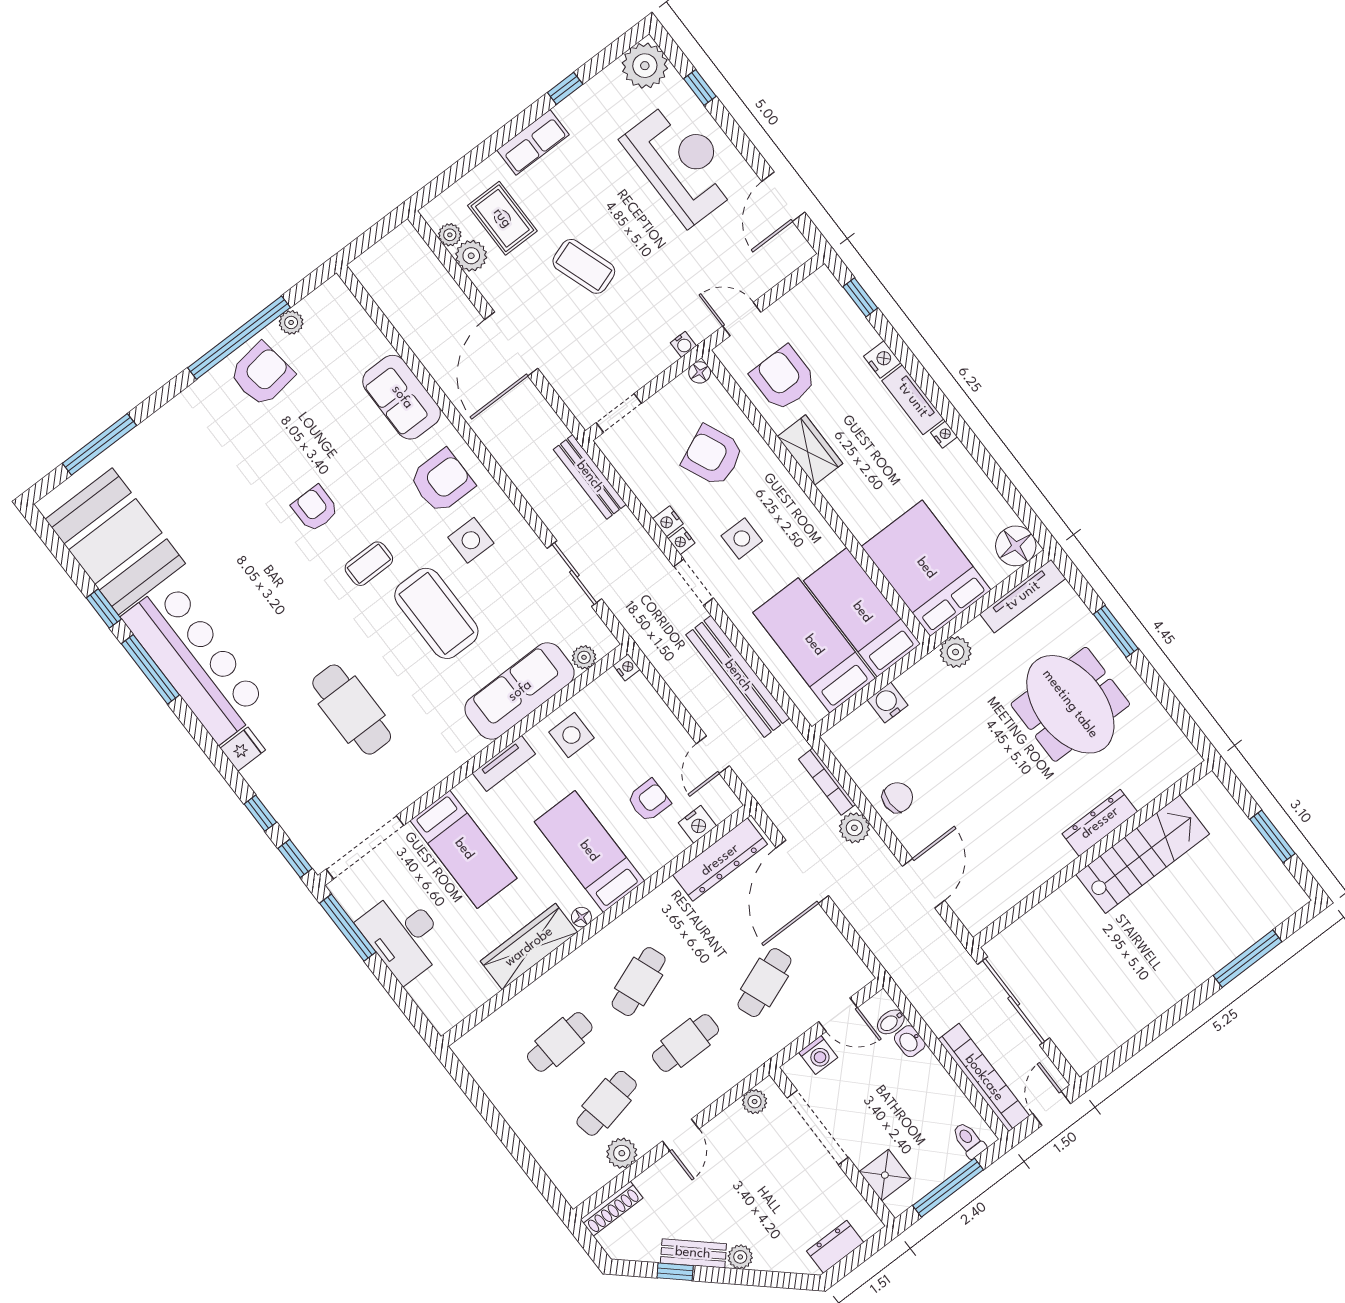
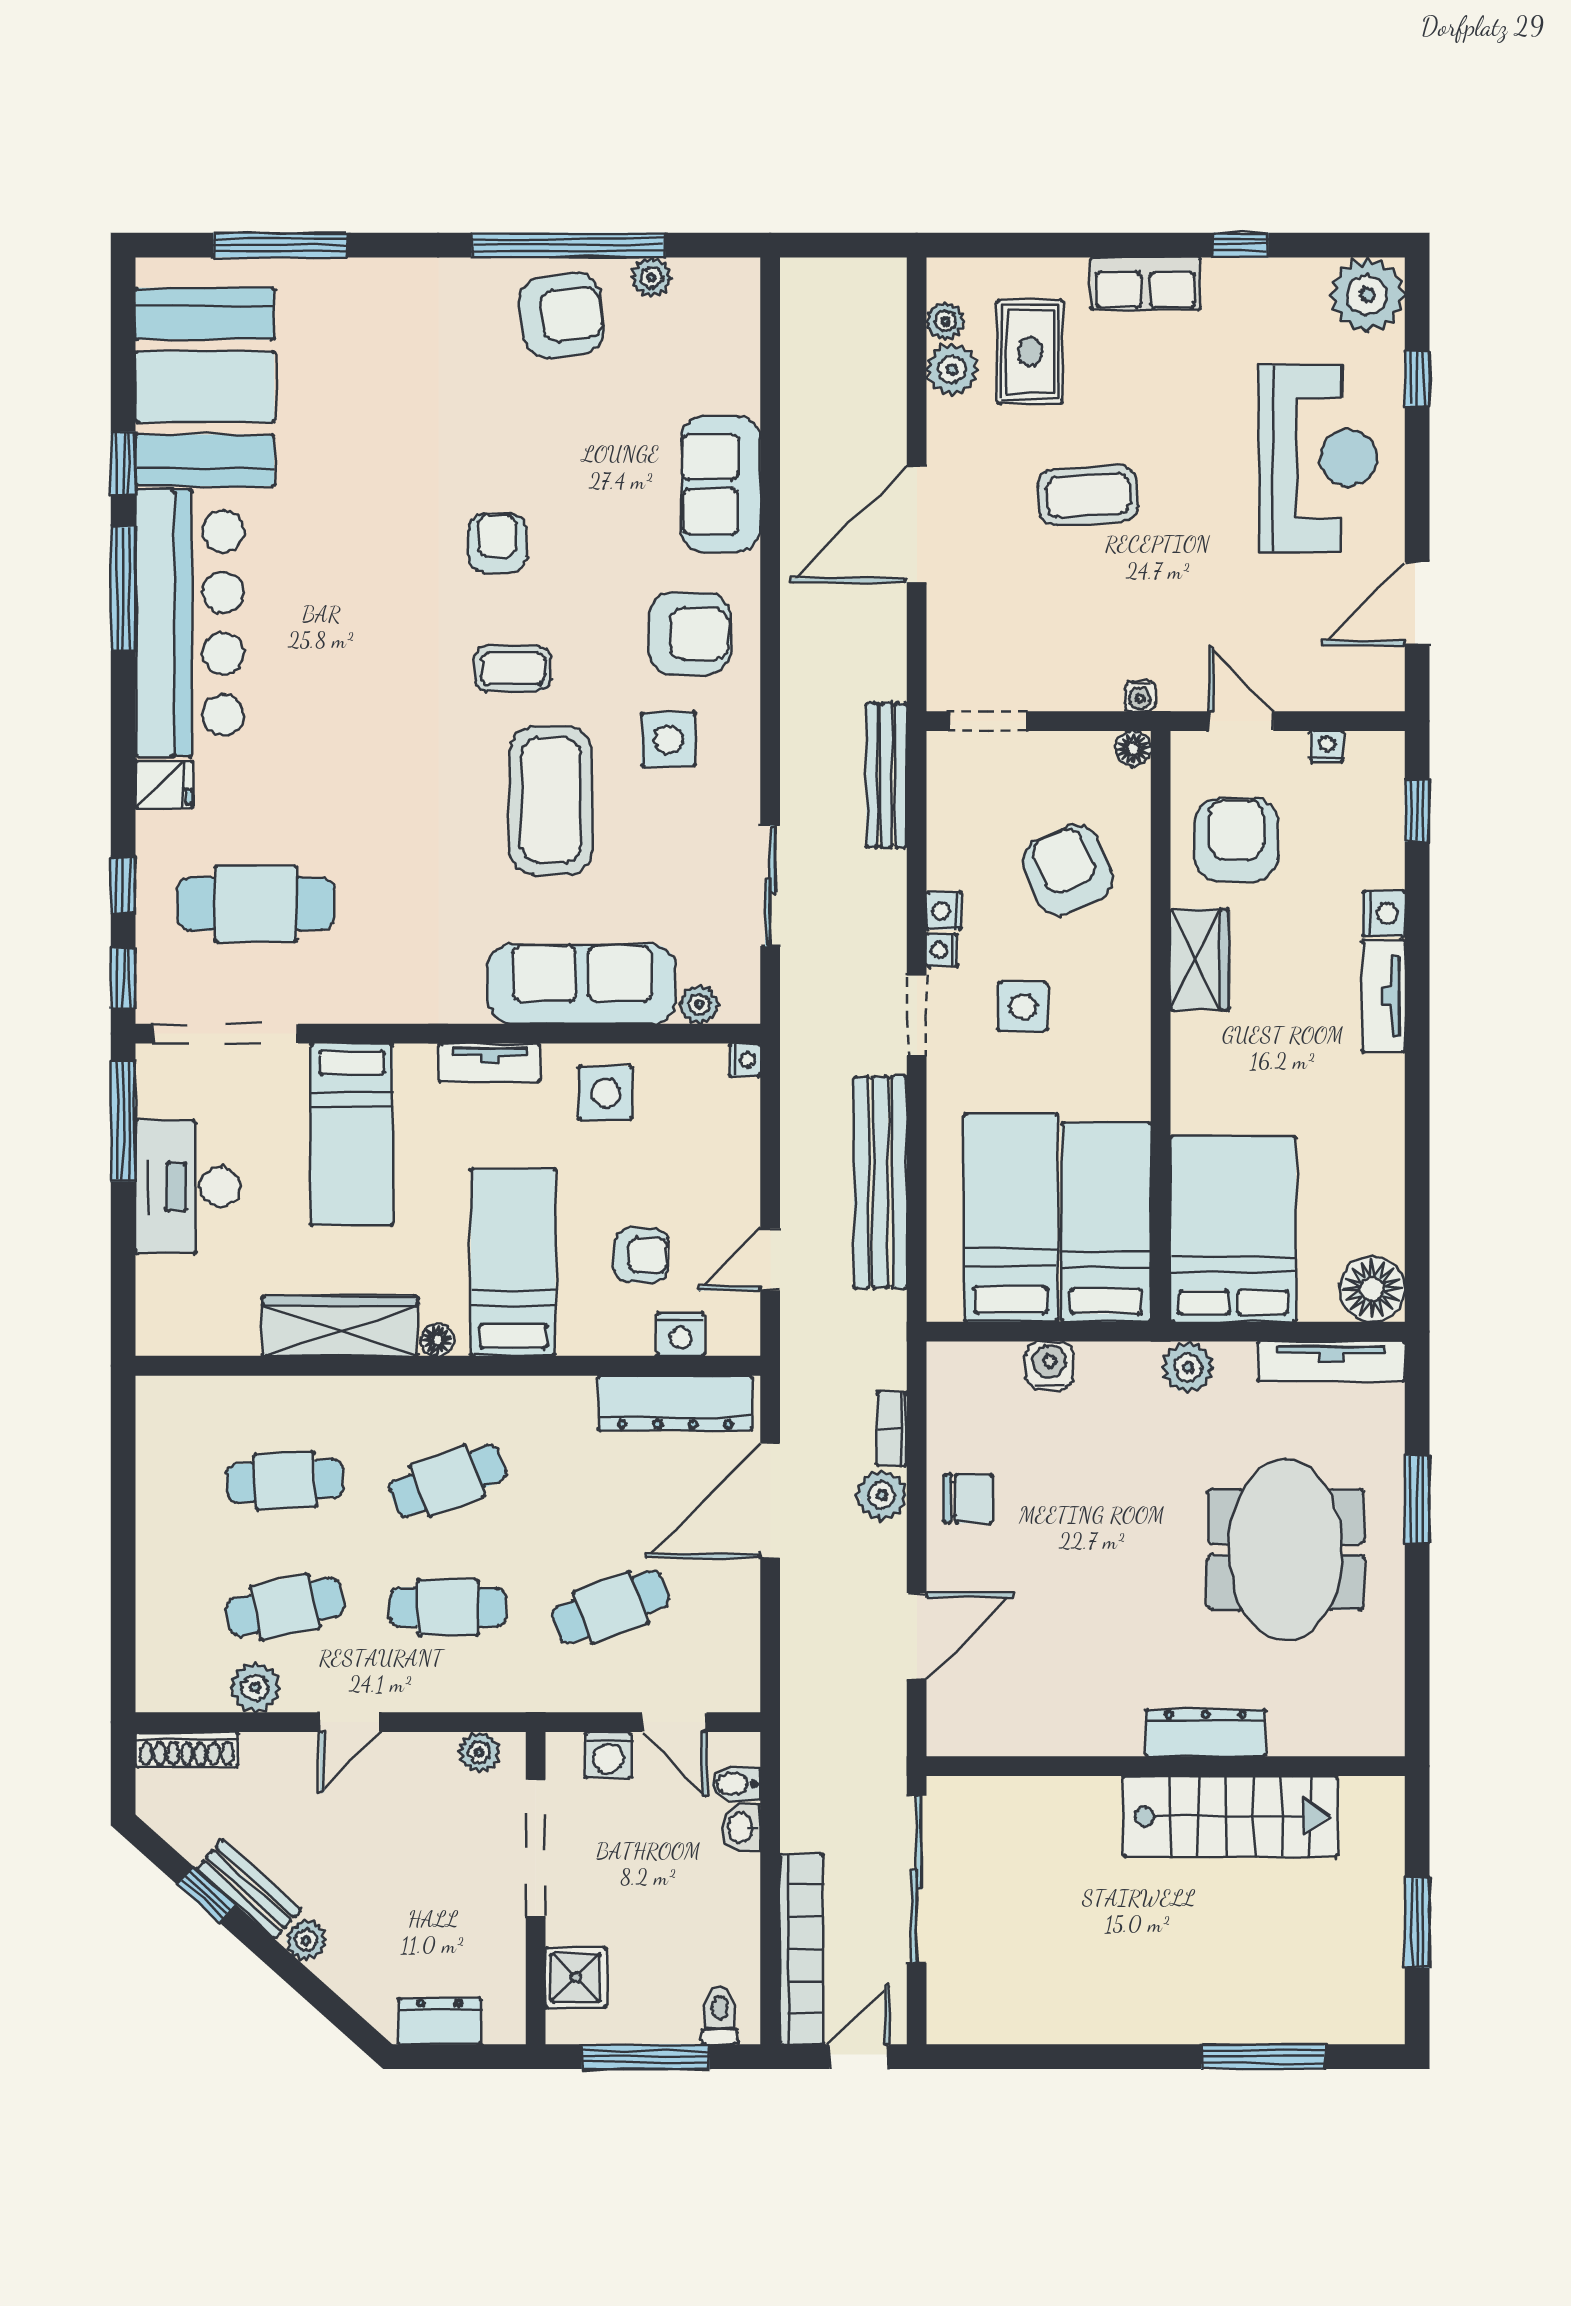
coffee table: (584, 266) -> (1088, 495), turned -75
nightstand: (944, 435) -> (1327, 746), moved, turned -90
cafe table: (352, 710) -> (256, 904), moved, turned 90
bookcase: (827, 782) -> (892, 1429), width x0.64

